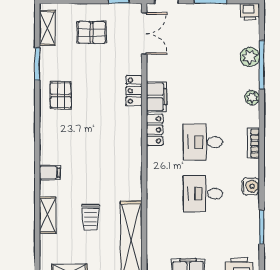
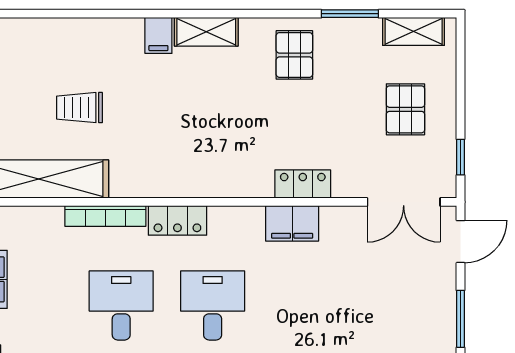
pallet: (61, 95) -> (294, 55), turned 90
locker: (155, 130) -> (177, 220), moved
bookcase: (152, 203) -> (105, 216), added
shelving: (48, 215) -> (206, 32), moved

